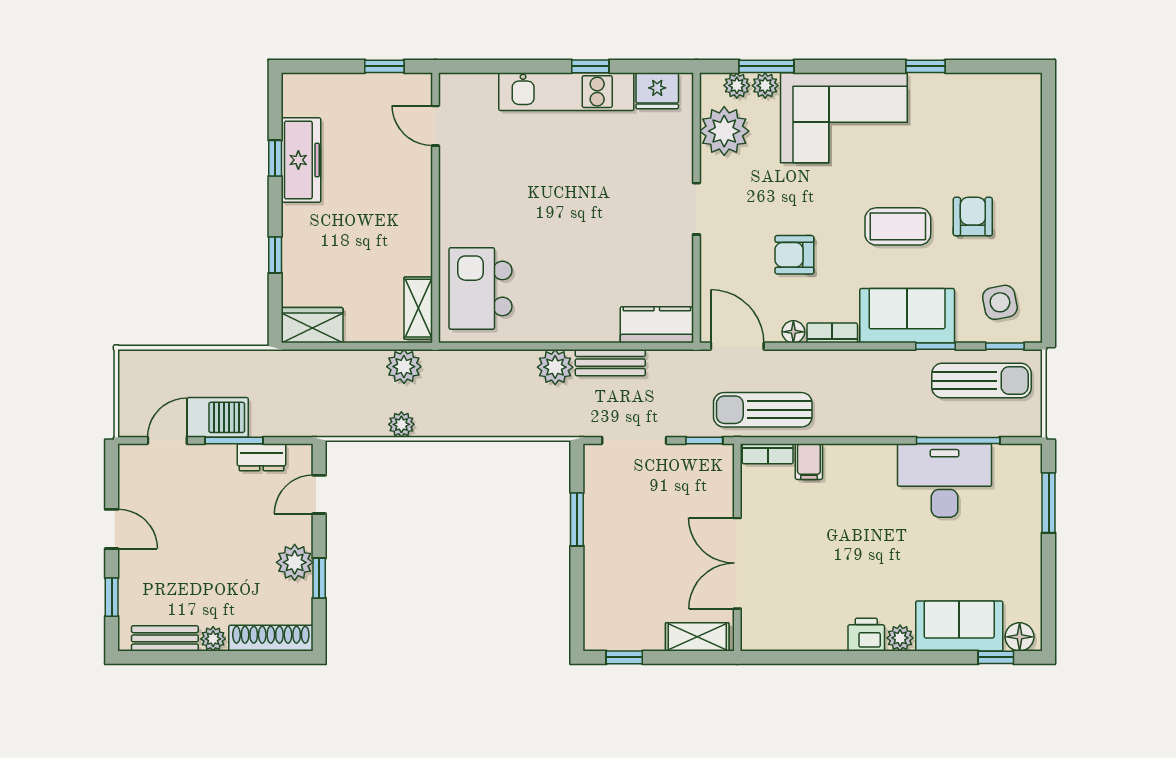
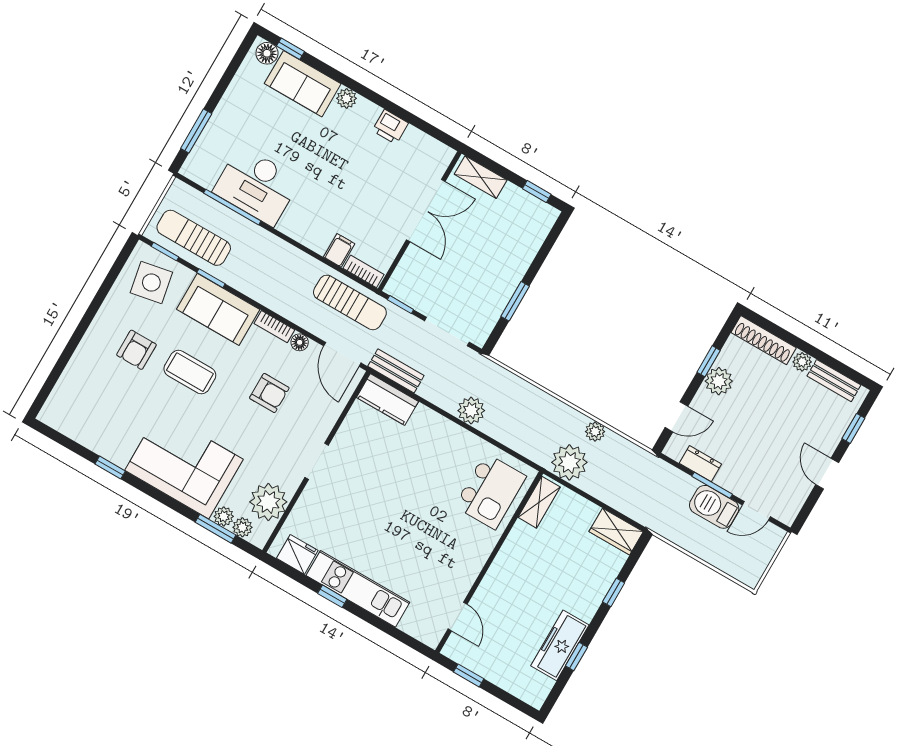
side table: (1000, 302) -> (151, 283), width x1.37, depth x1.37
bench: (610, 363) -> (396, 371), moved
plant: (404, 367) -> (569, 462), width x1.36, depth x1.36
printer: (866, 635) -> (390, 127), moved

